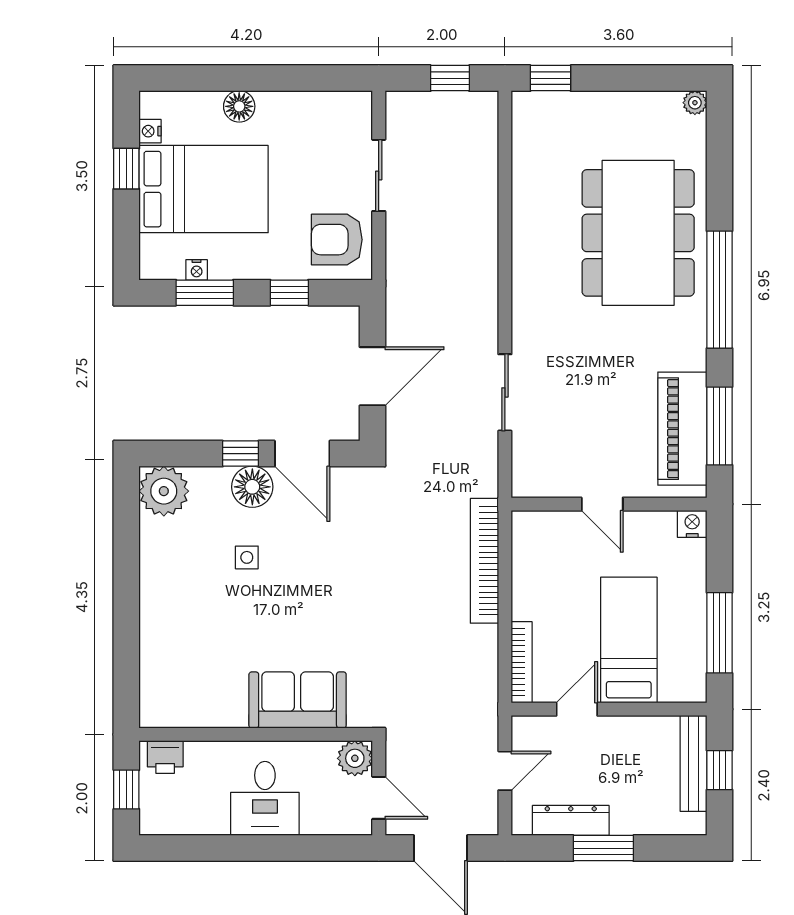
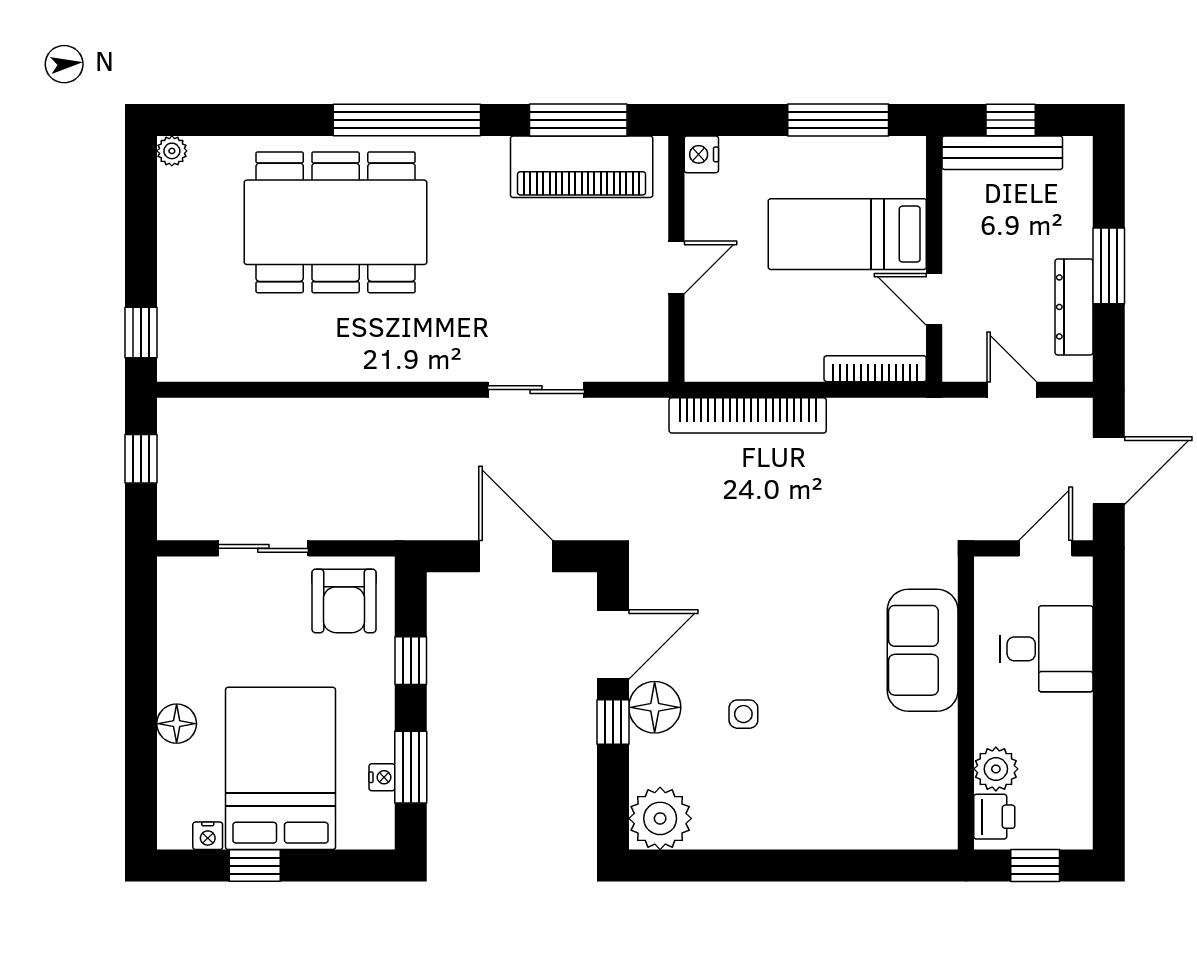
plant: (355, 758) -> (996, 769), moved
desk: (265, 798) -> (1046, 649), moved

